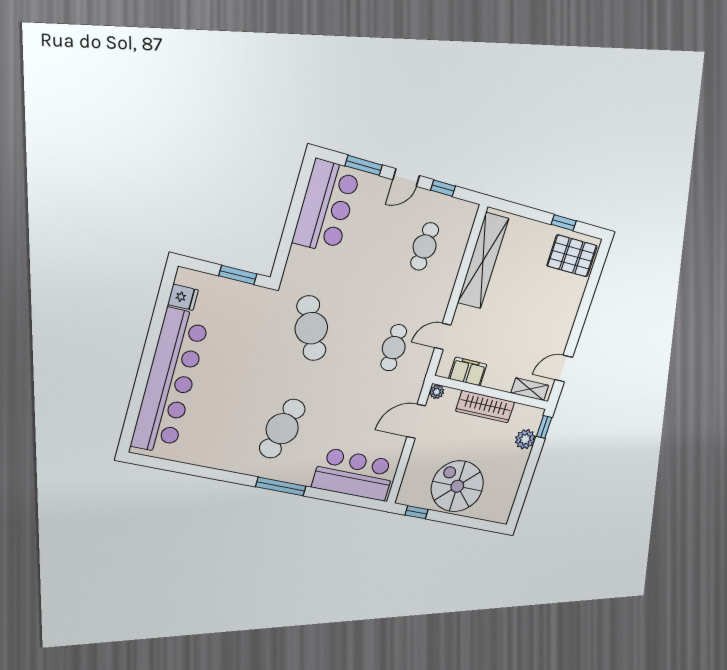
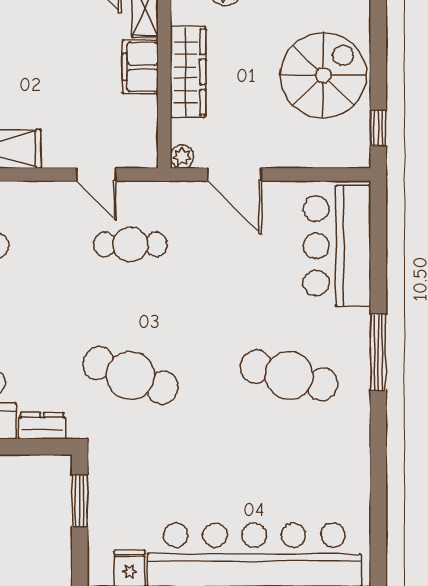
dresser: (295, 262) -> (42, 426), added
cafe table: (311, 328) -> (130, 375), turned 45
filing cabinet: (468, 372) -> (140, 67), moved
spiral stairs: (457, 486) -> (323, 75), turned 180

